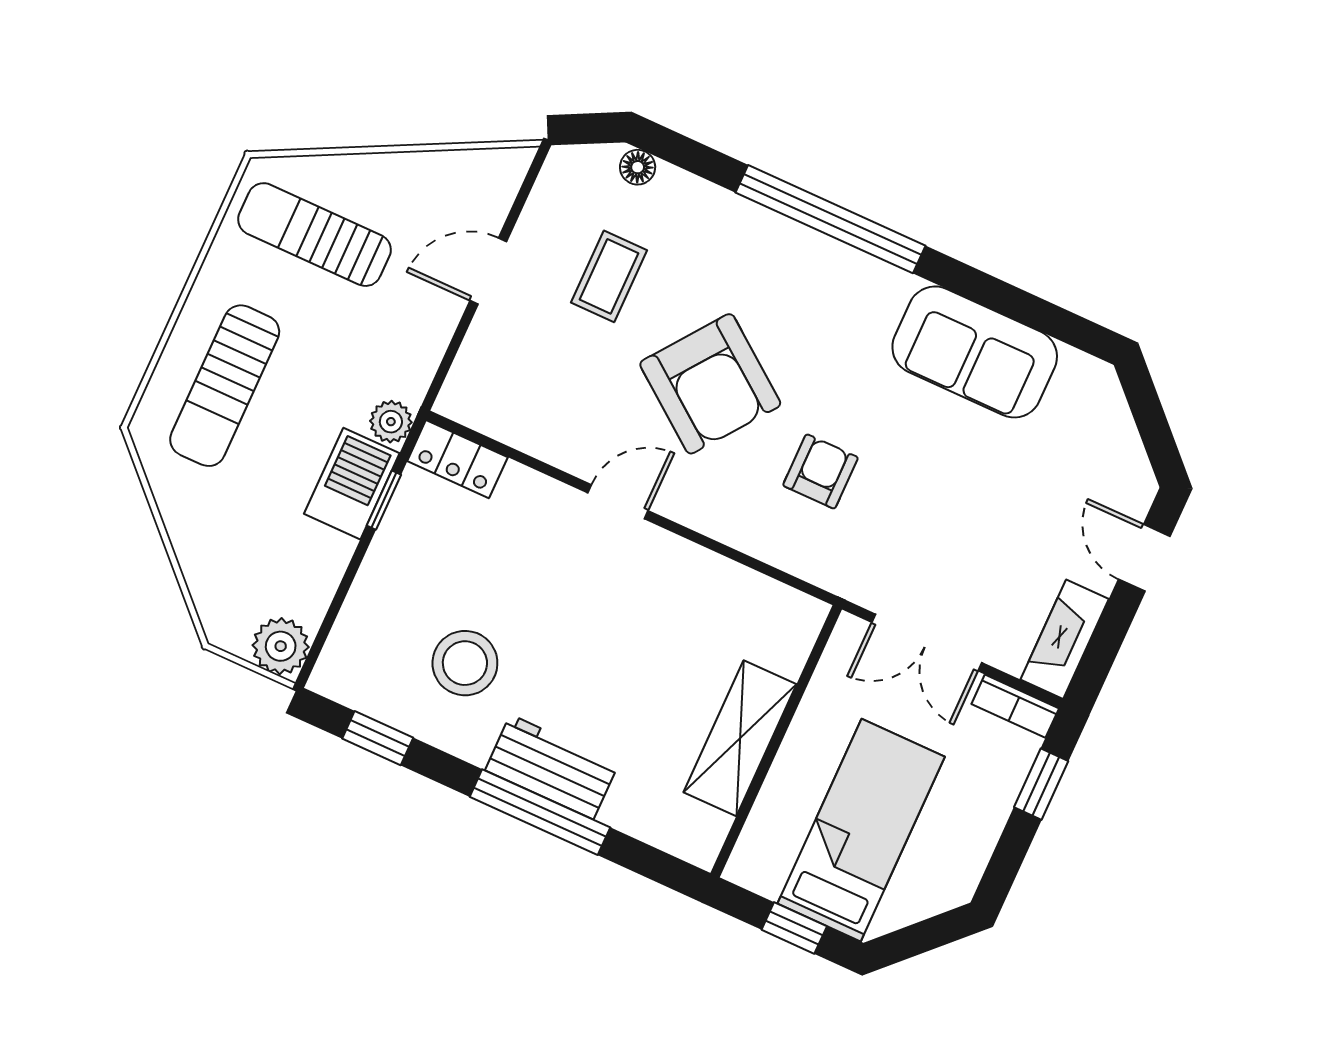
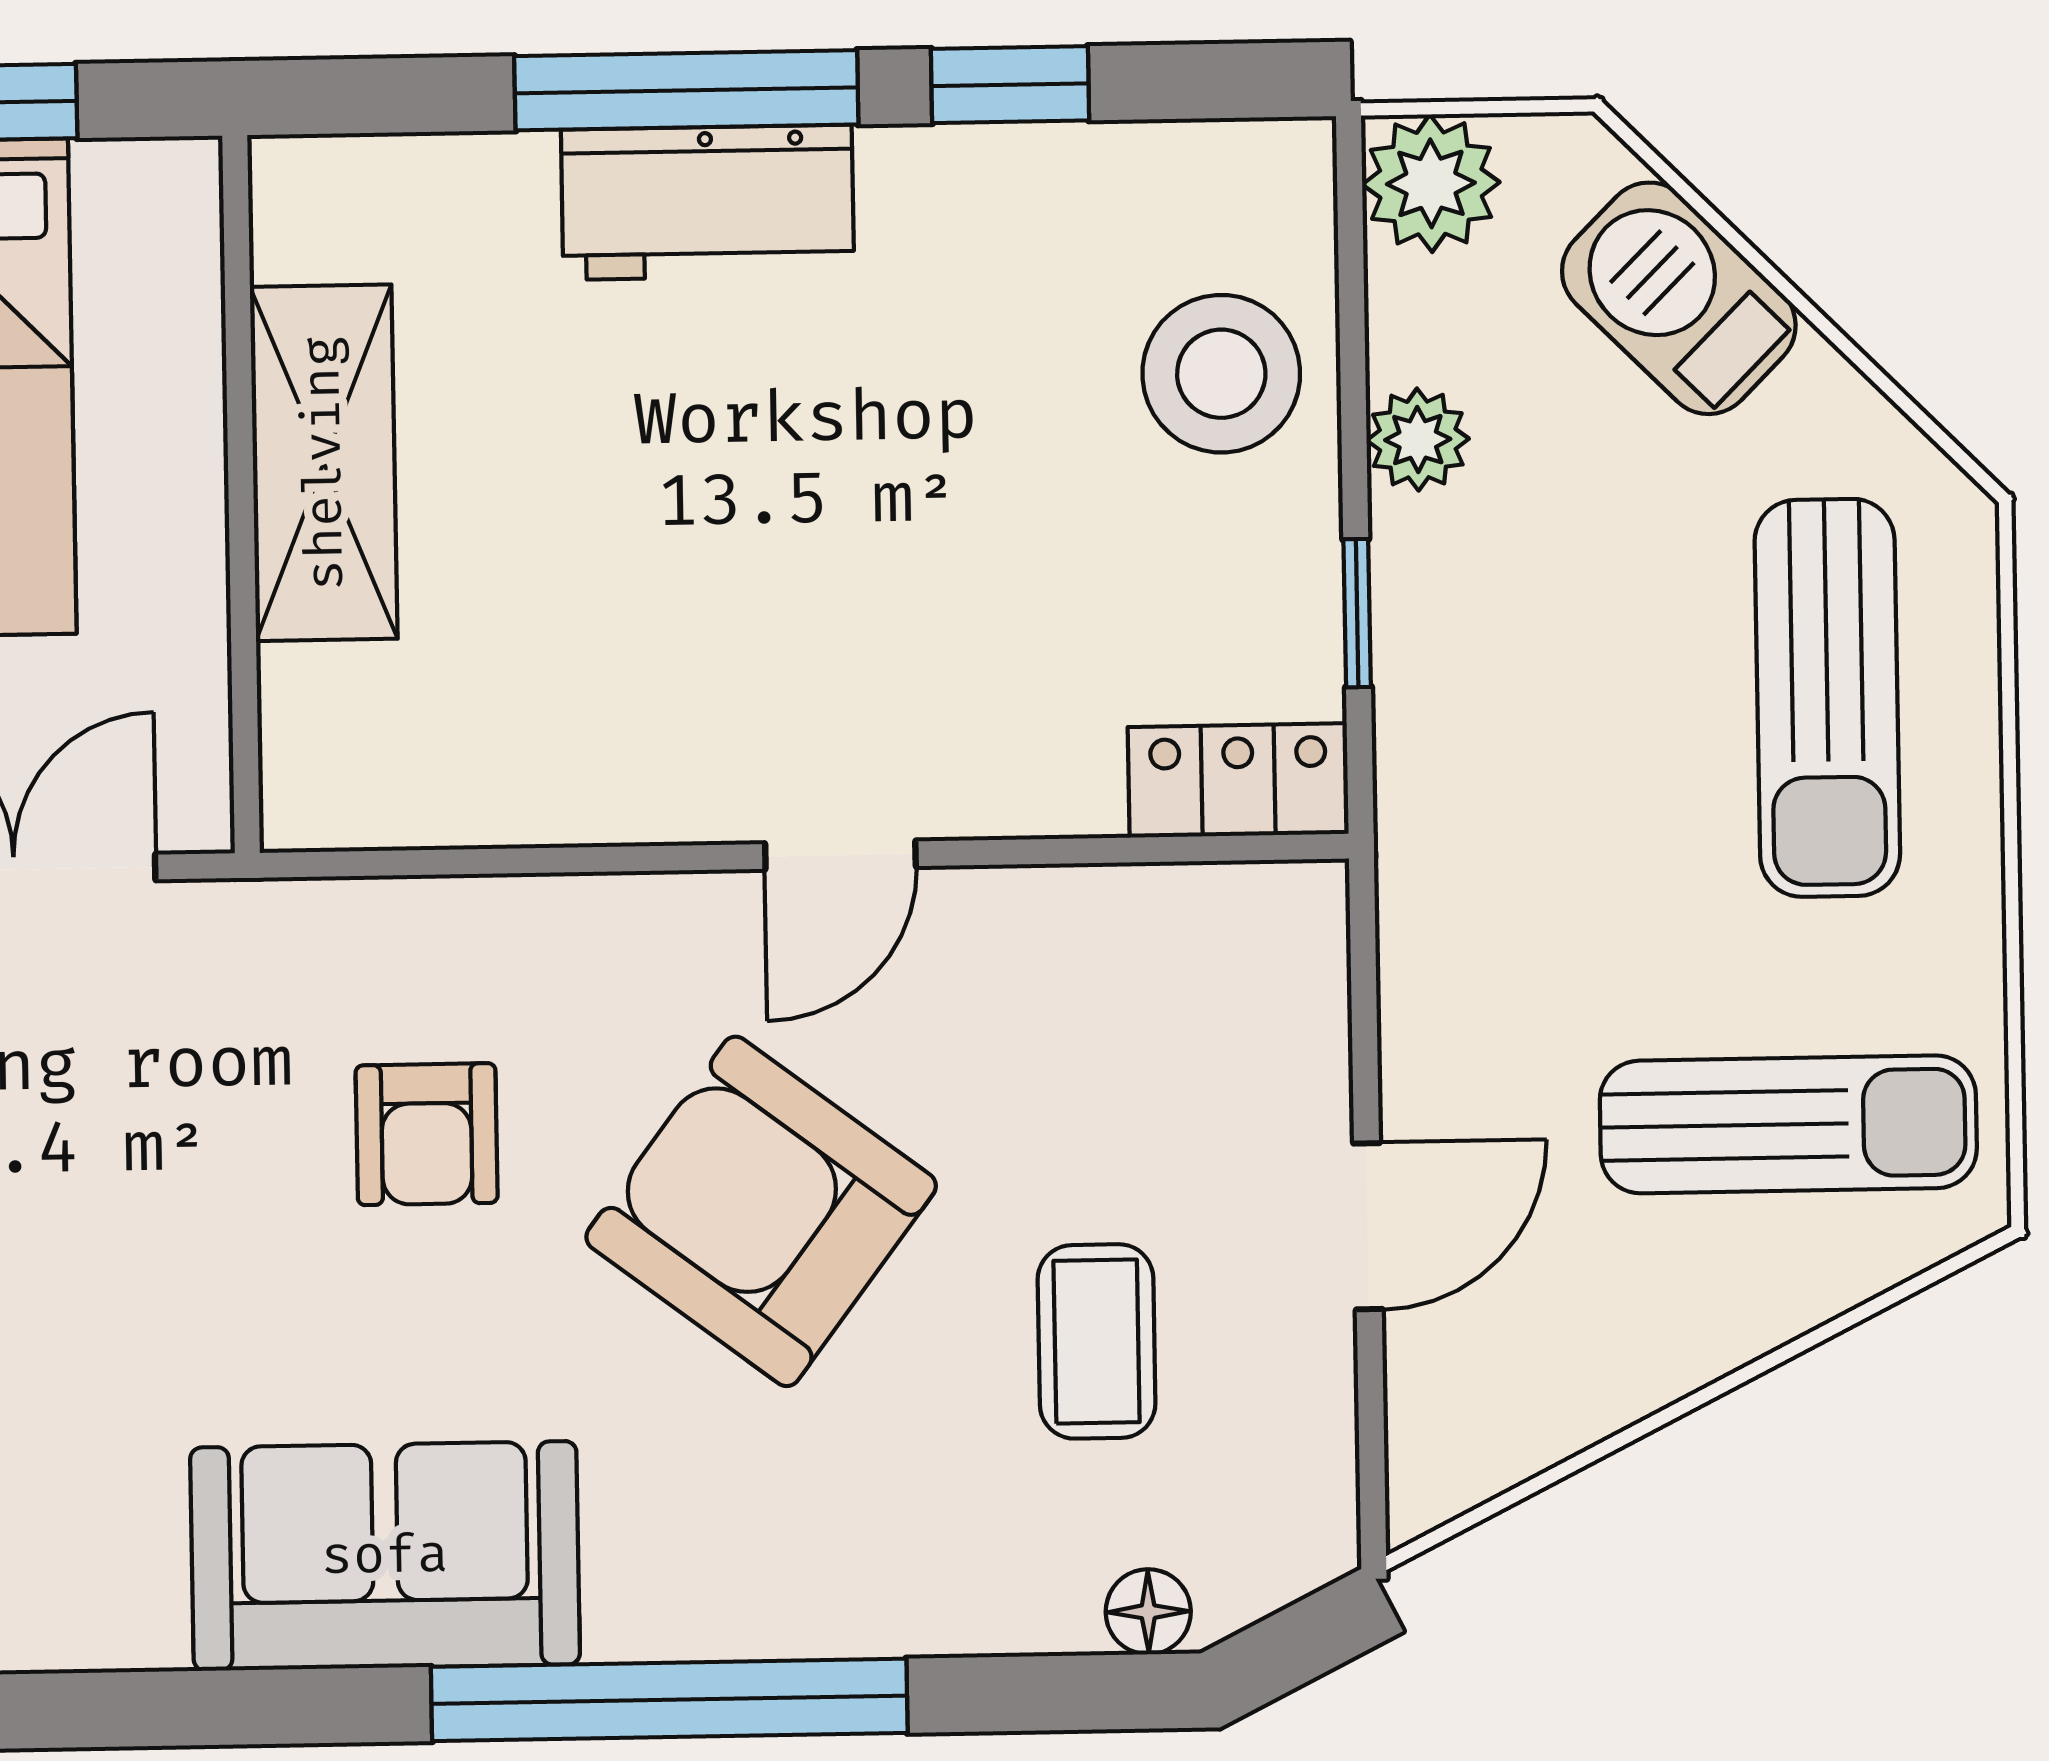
sofa: (975, 352) -> (385, 1556), moved
sun lounger: (225, 386) -> (1827, 698), turned 180
plant: (391, 422) -> (1418, 440), moved
barbecue: (352, 484) -> (1679, 298), moved, turned 135
stool: (465, 663) -> (1221, 374), moved
window: (378, 738) -> (1010, 85), moved

